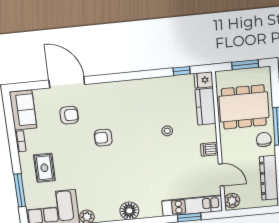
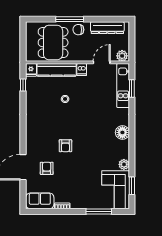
window: (245, 65) -> (23, 40), removed
kitchen counter: (206, 107) -> (57, 70), width x1.50
rug: (44, 168) -> (84, 191), removed

